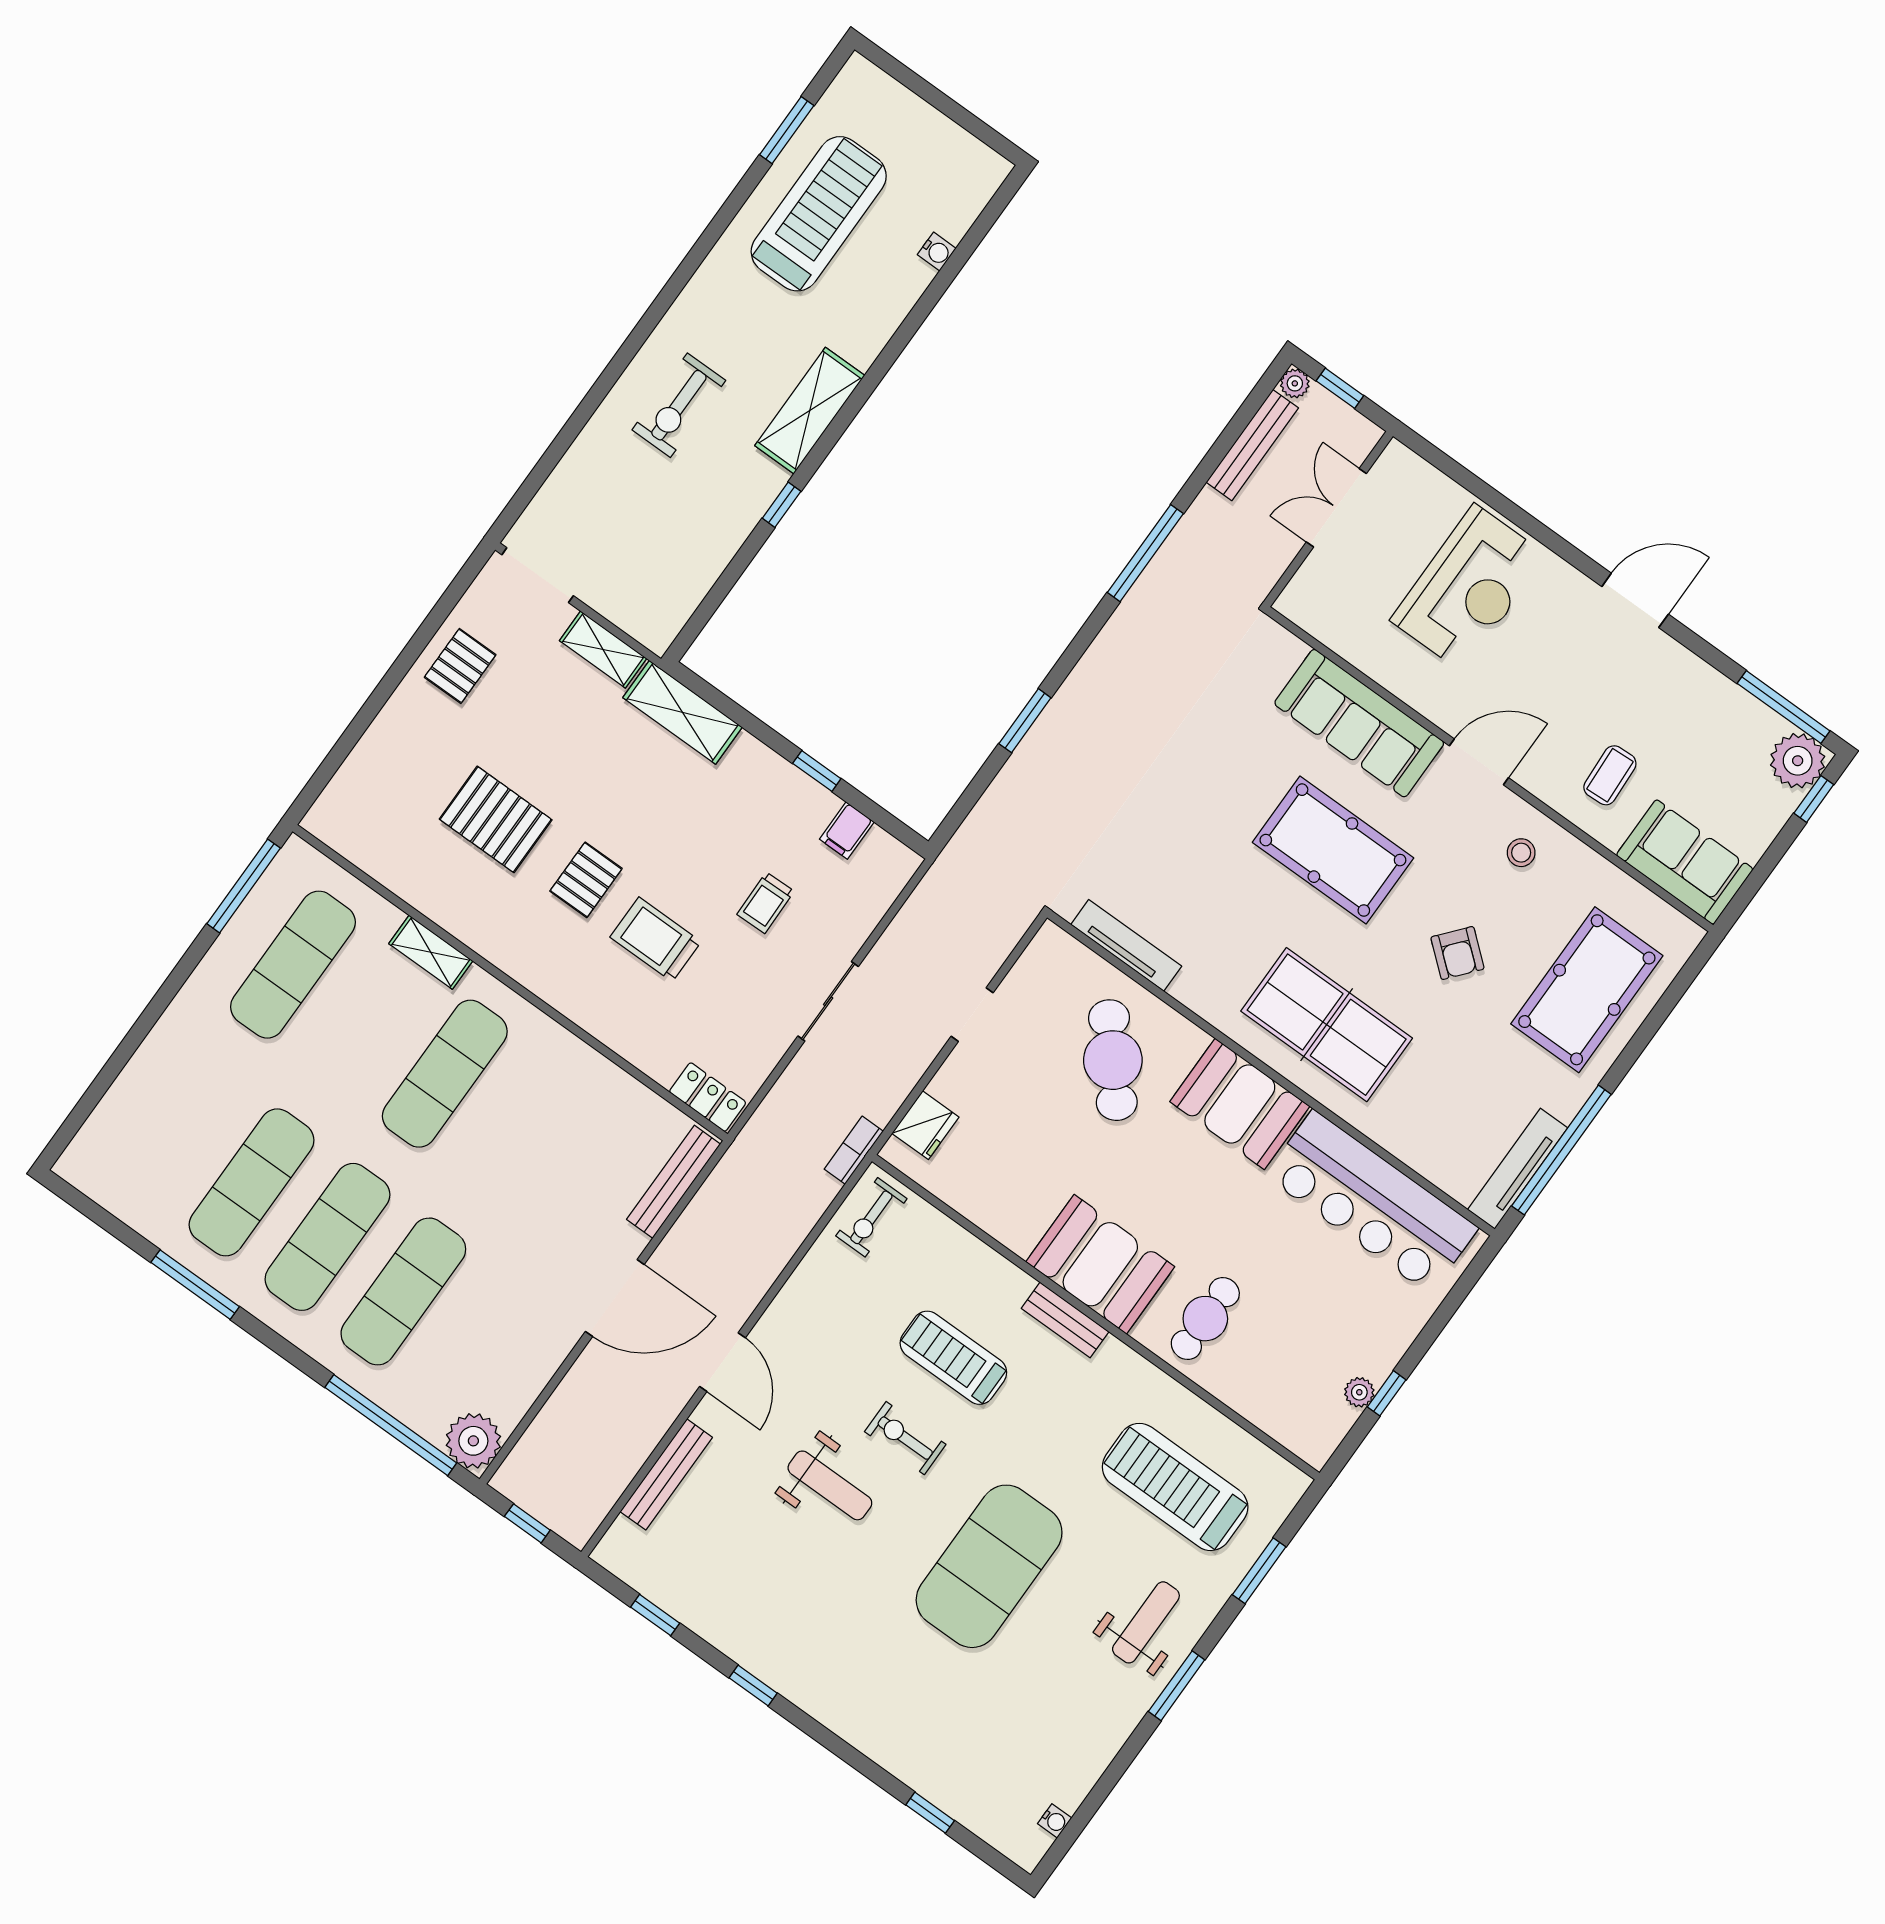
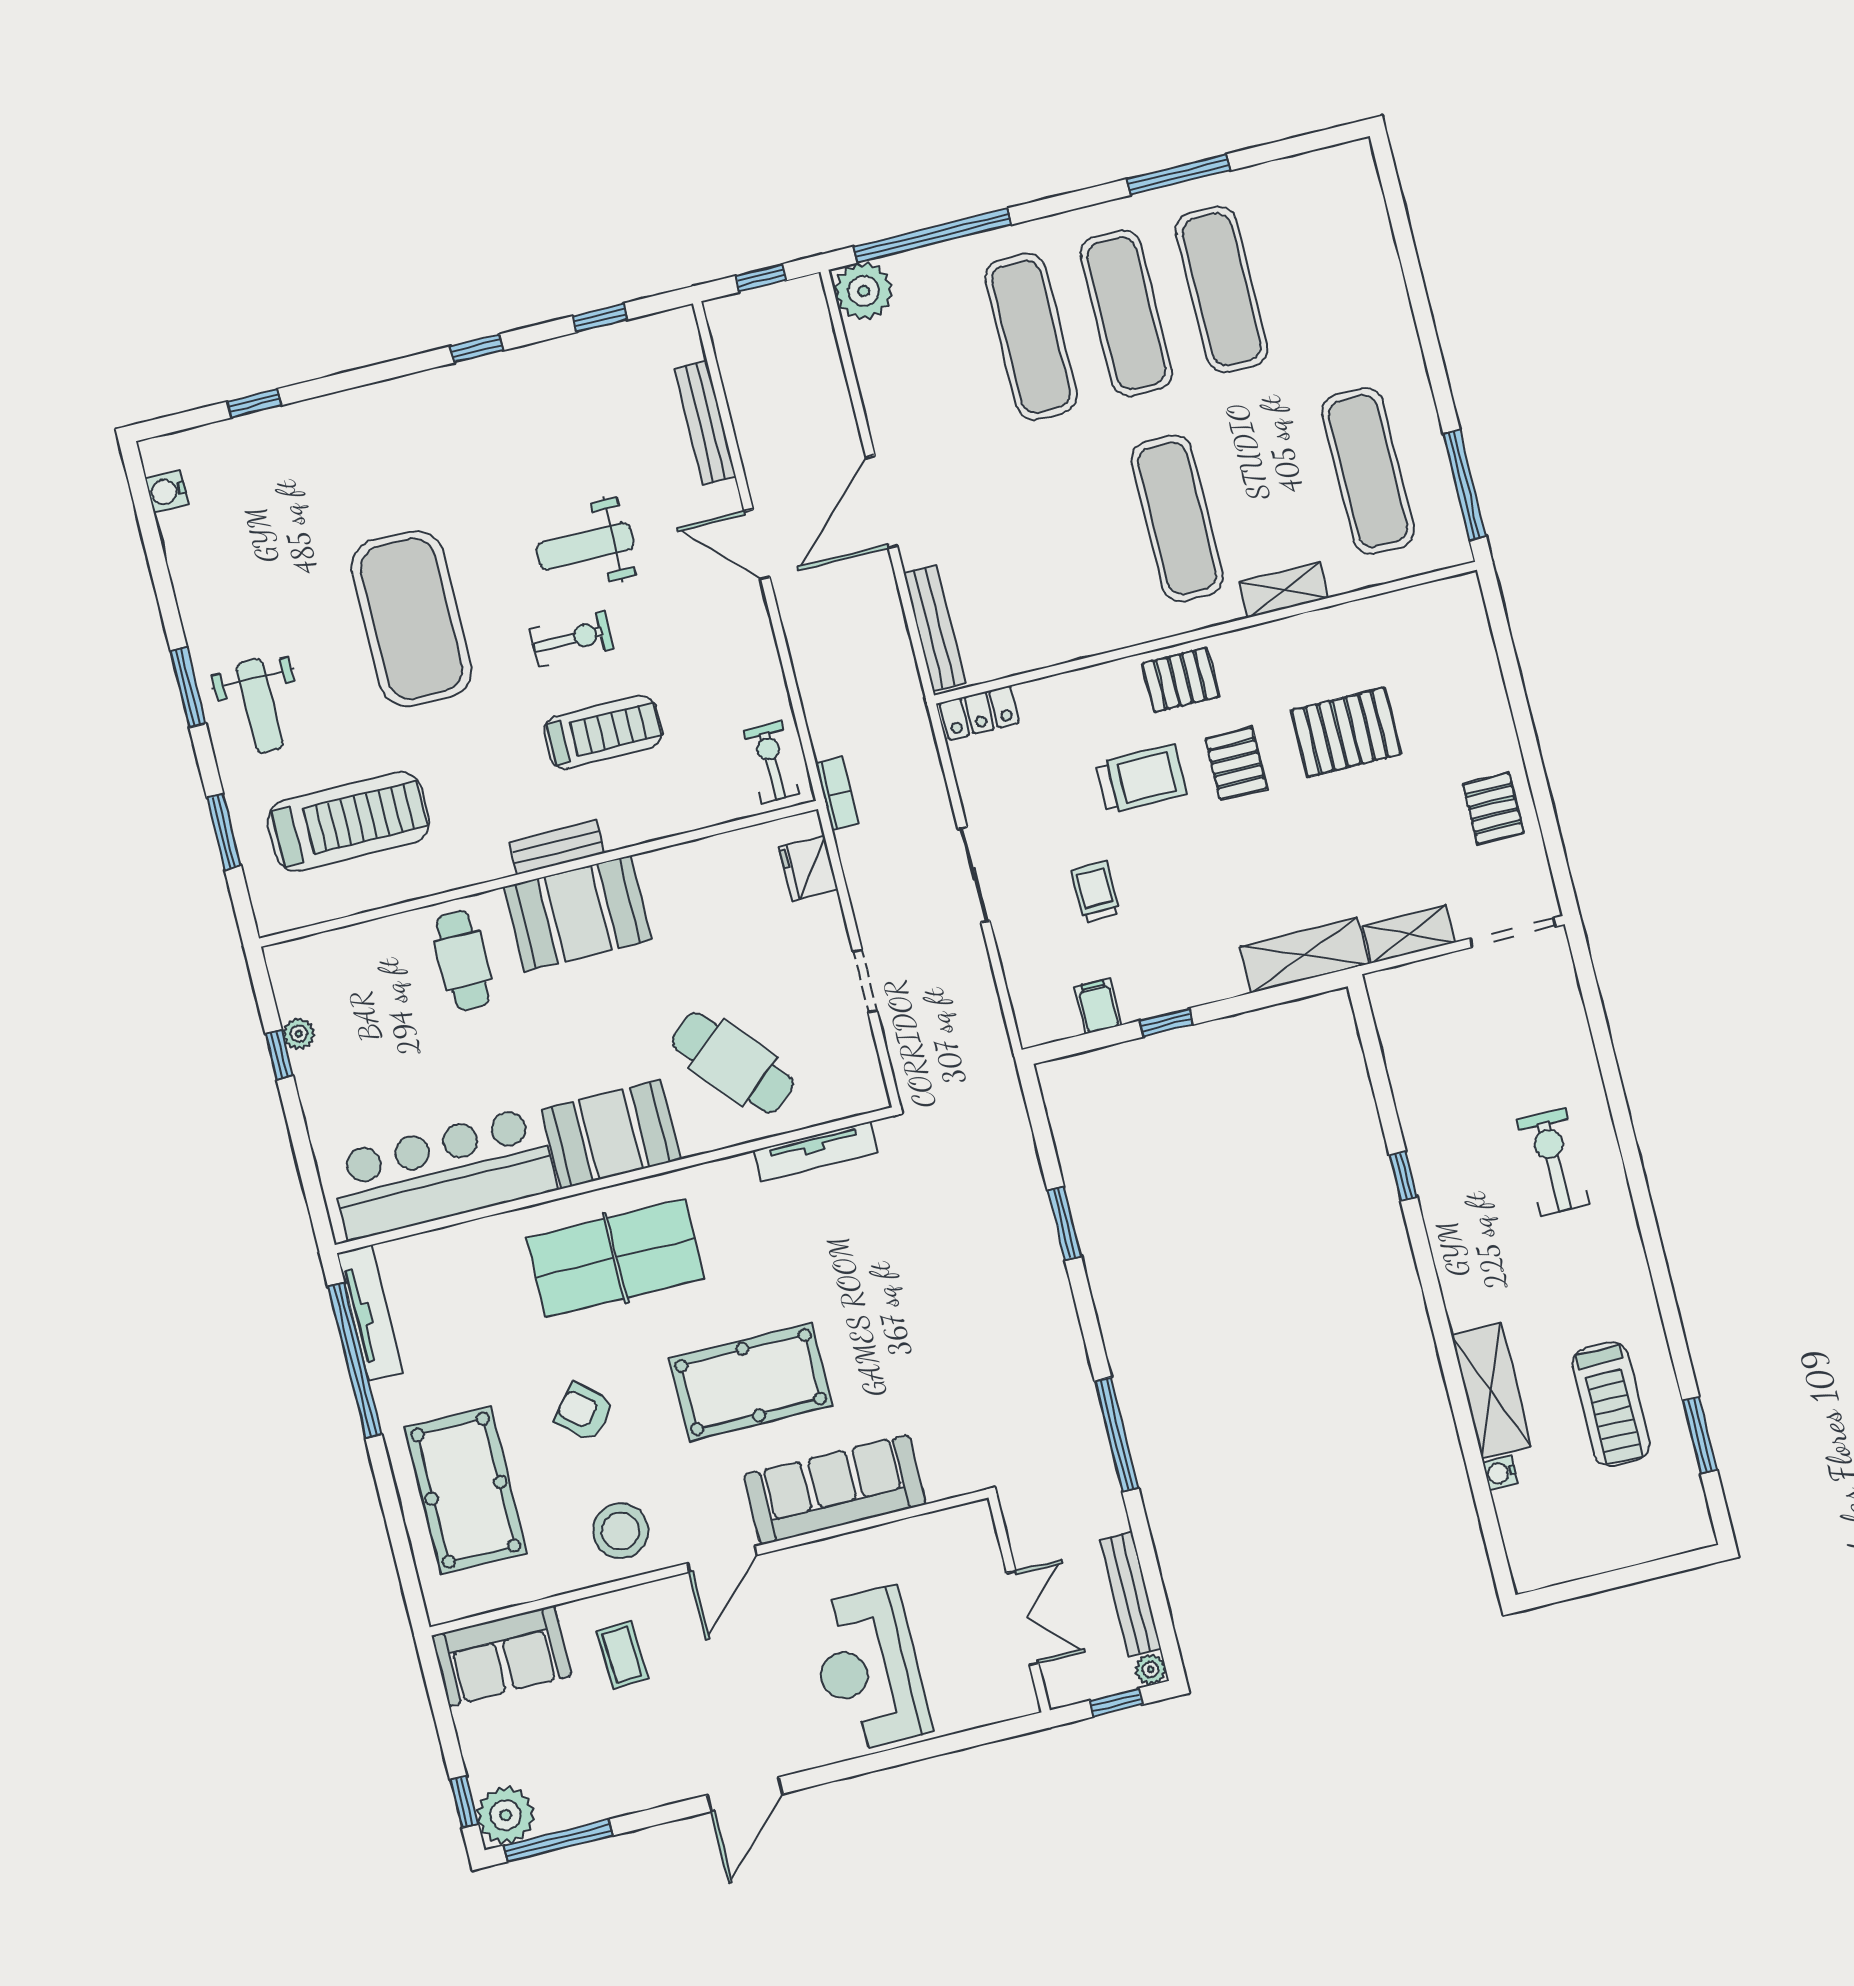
treadmill: (819, 214) -> (1611, 1404), width x0.73, depth x0.73
shelving: (810, 411) -> (1491, 1391), moved
stool: (1521, 853) -> (621, 1531), width x1.89, depth x1.89
pallet: (560, 972) -> (1180, 680), added
water cooler: (1055, 1821) -> (167, 491), width x1.38, depth x1.38

